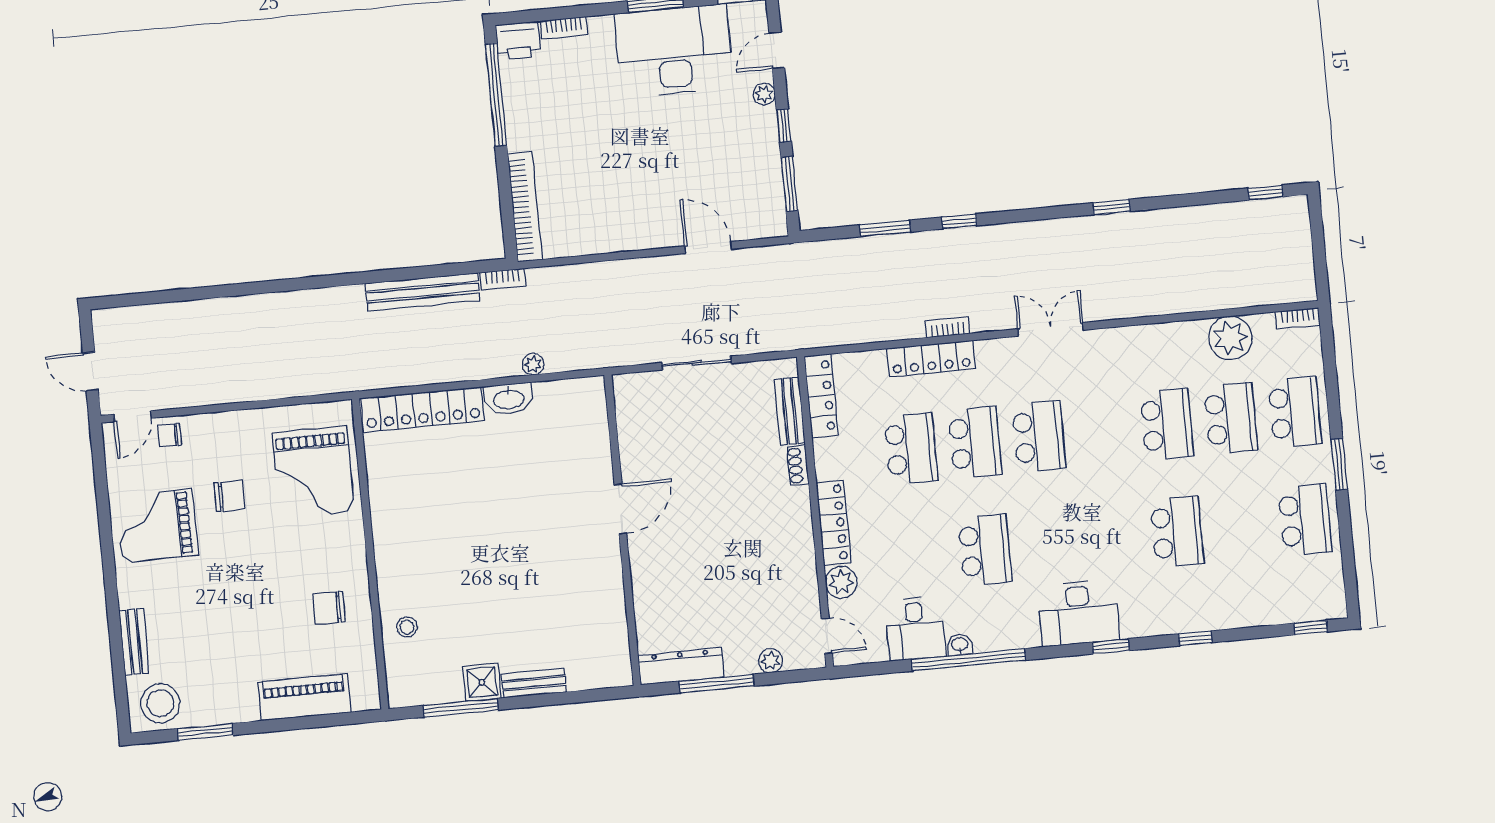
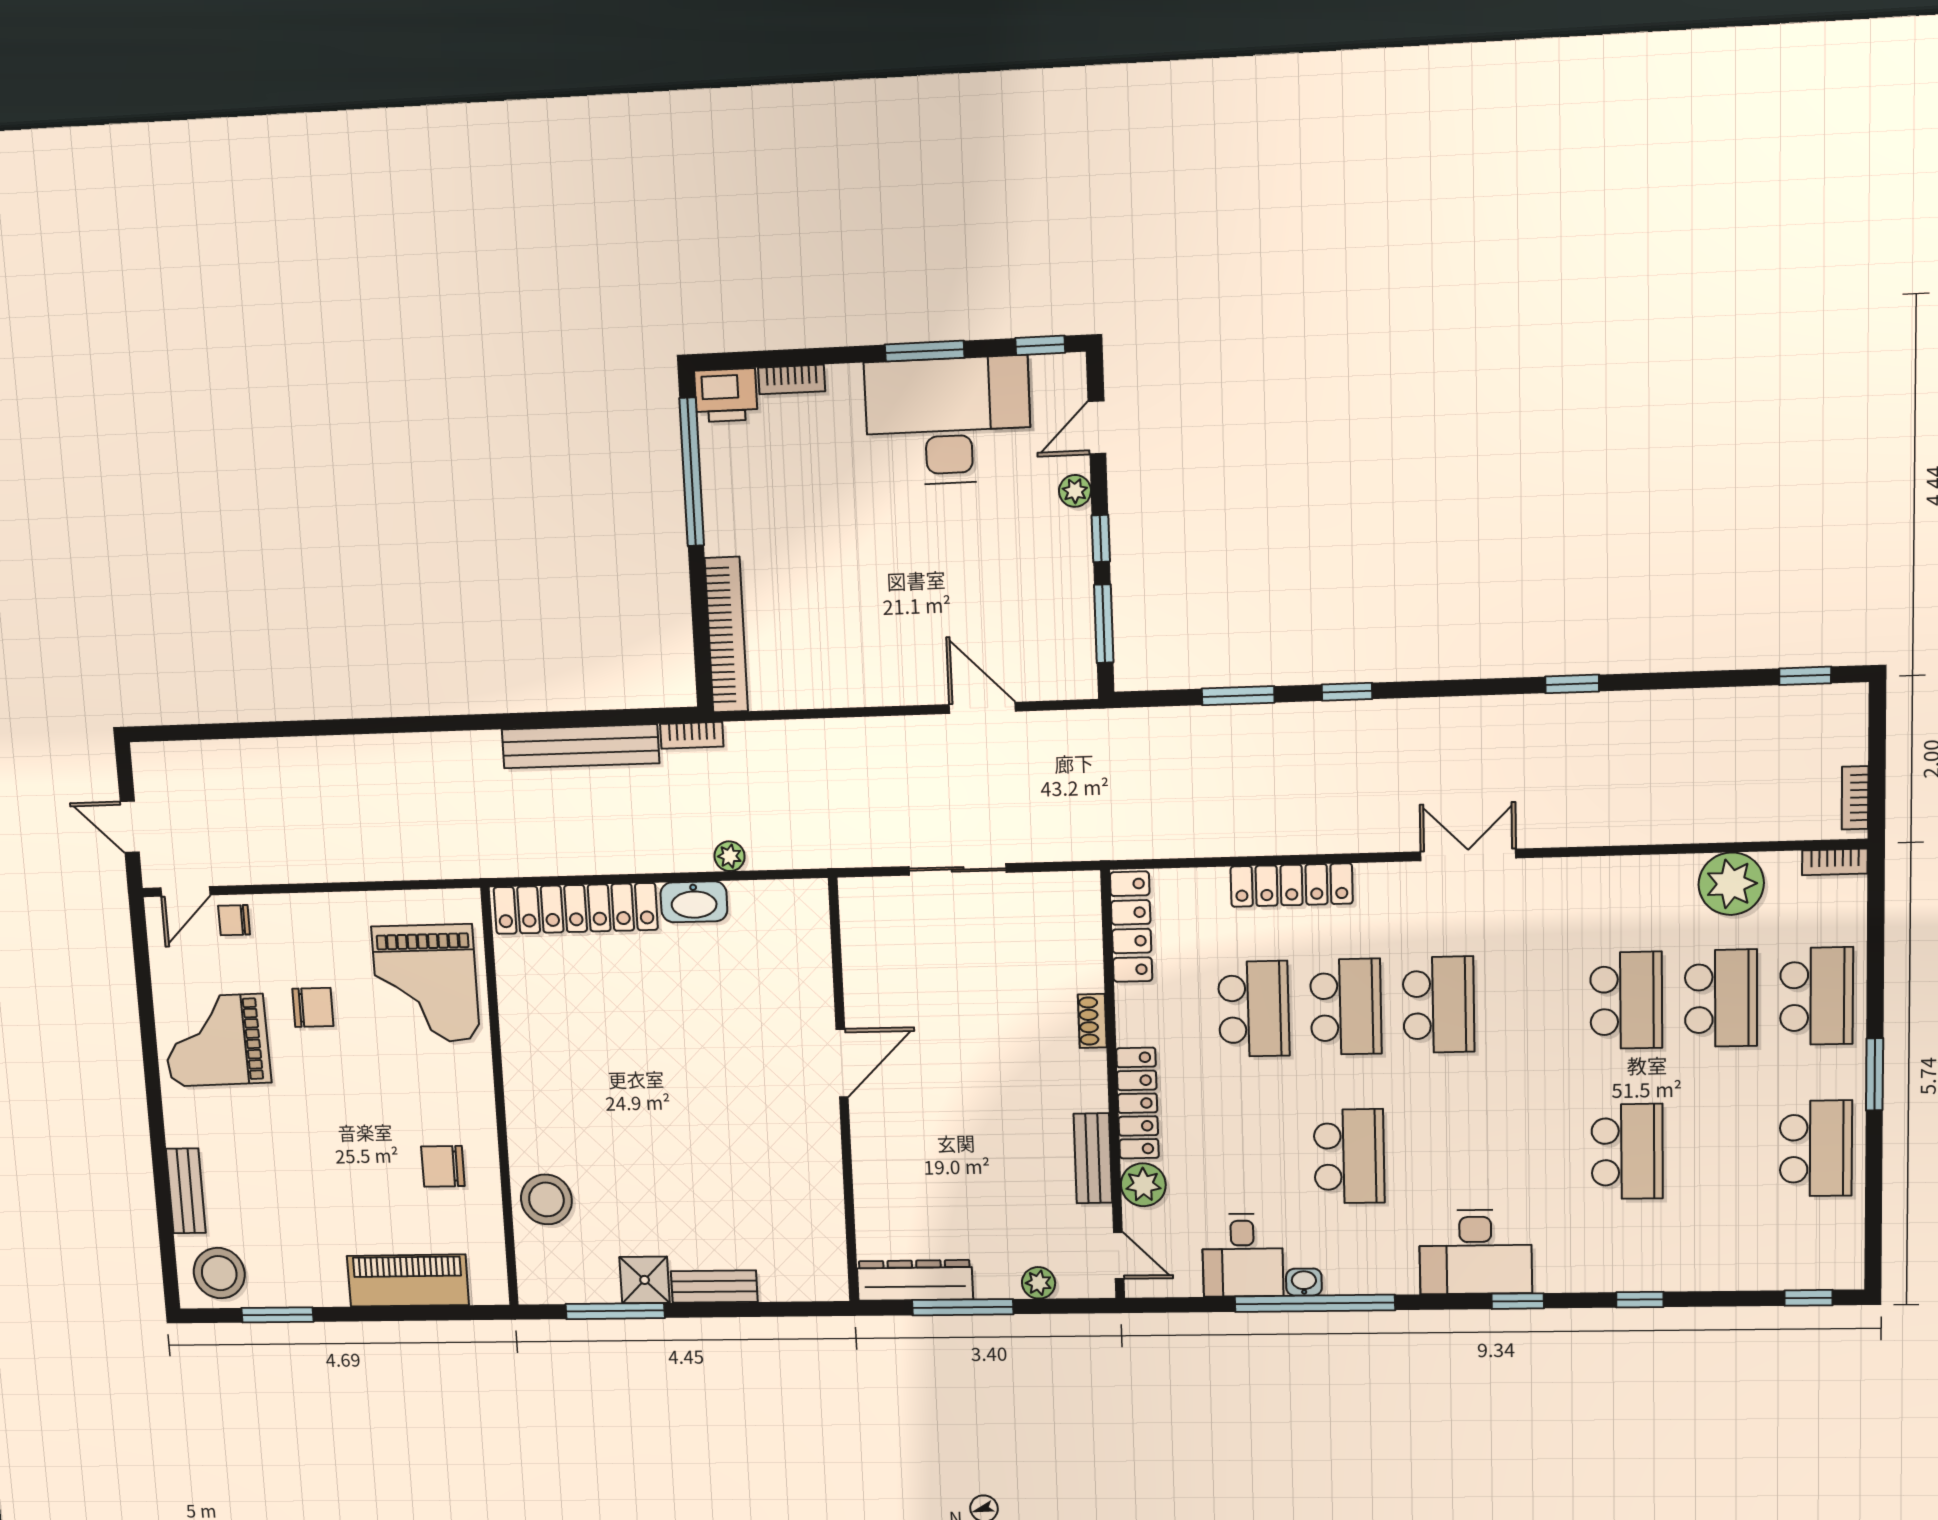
bookcase: (947, 327) -> (1855, 798), moved, turned -90
bench: (790, 411) -> (1093, 1158), moved
stool: (407, 627) -> (546, 1199), width x1.89, depth x1.89

